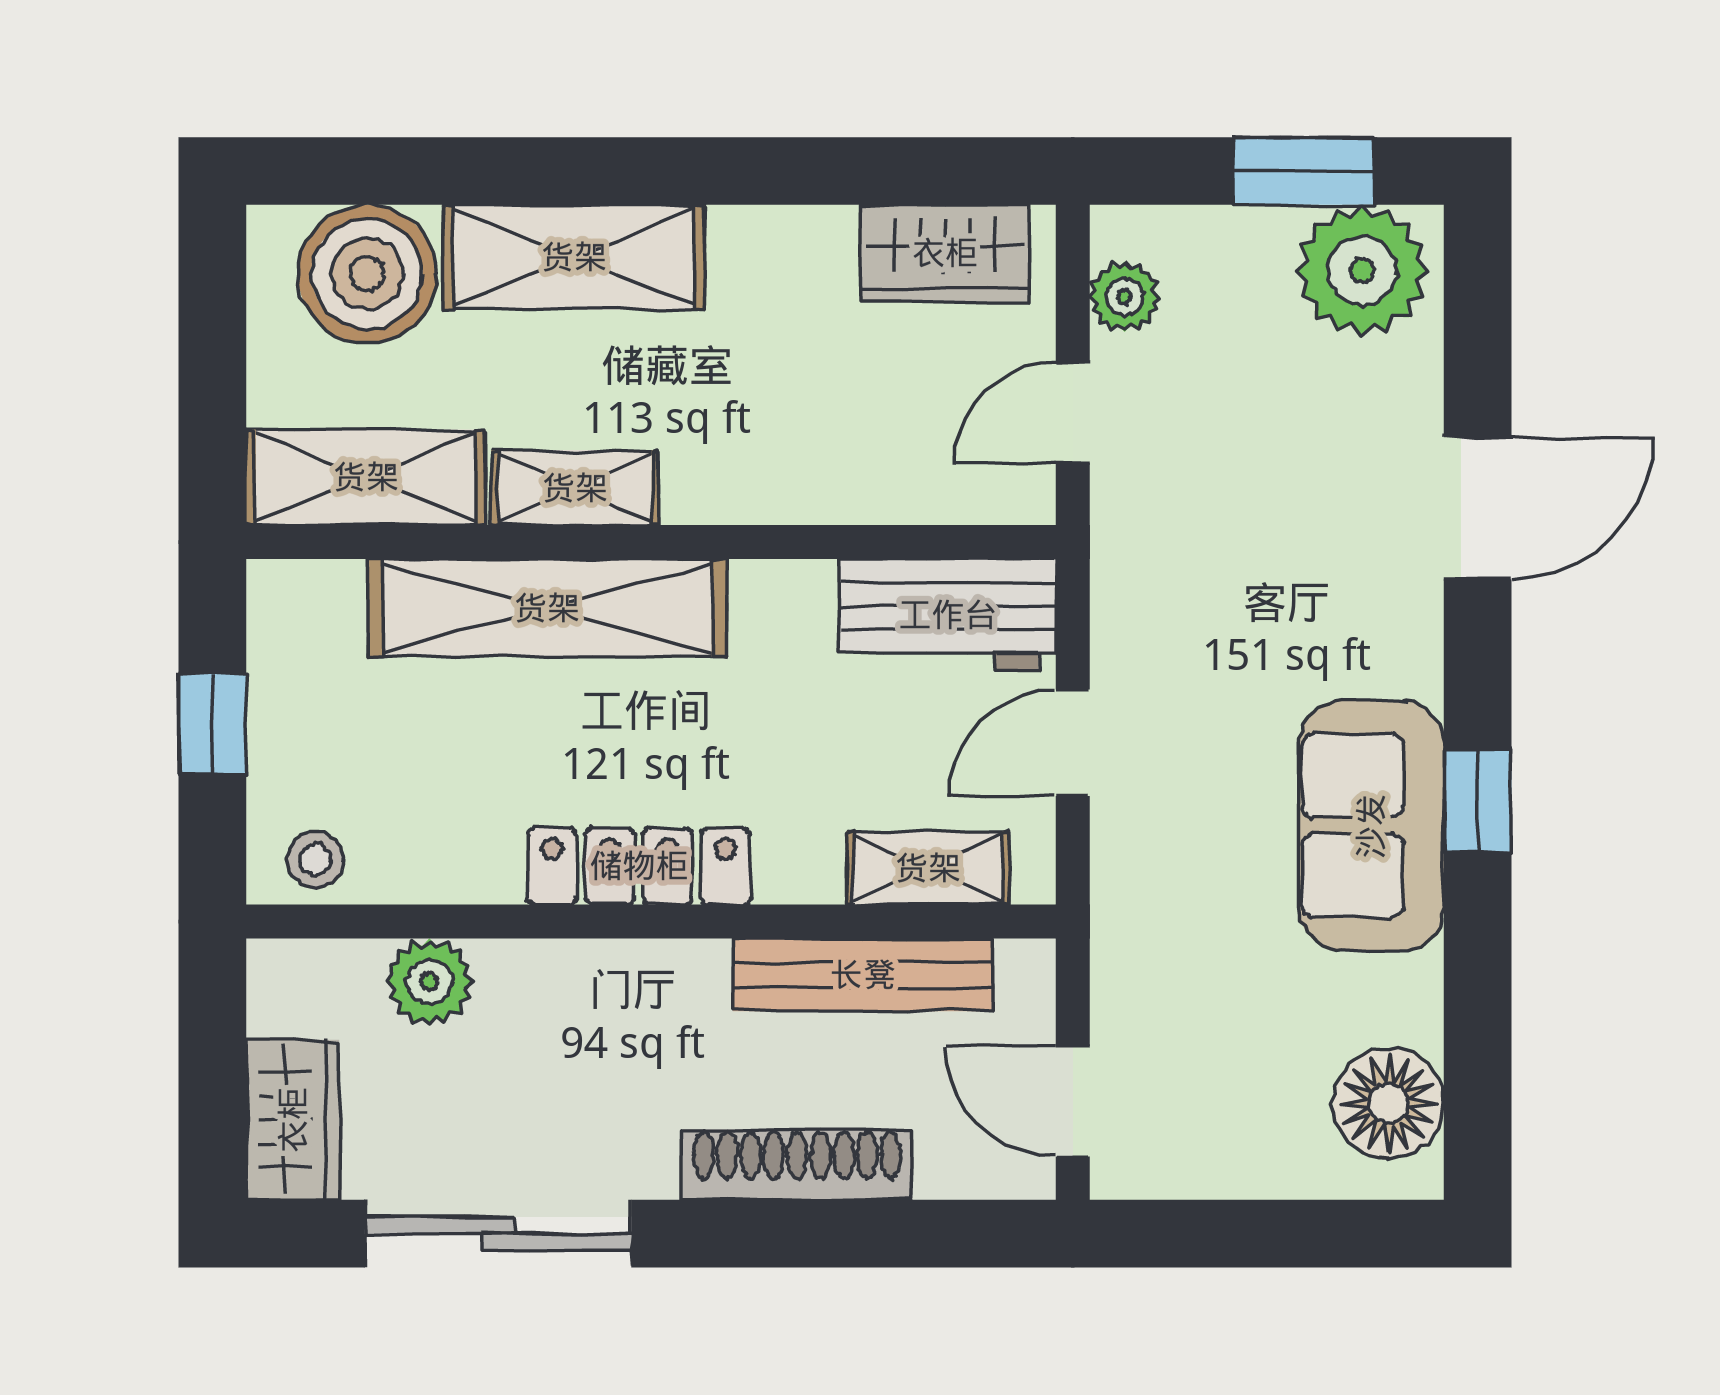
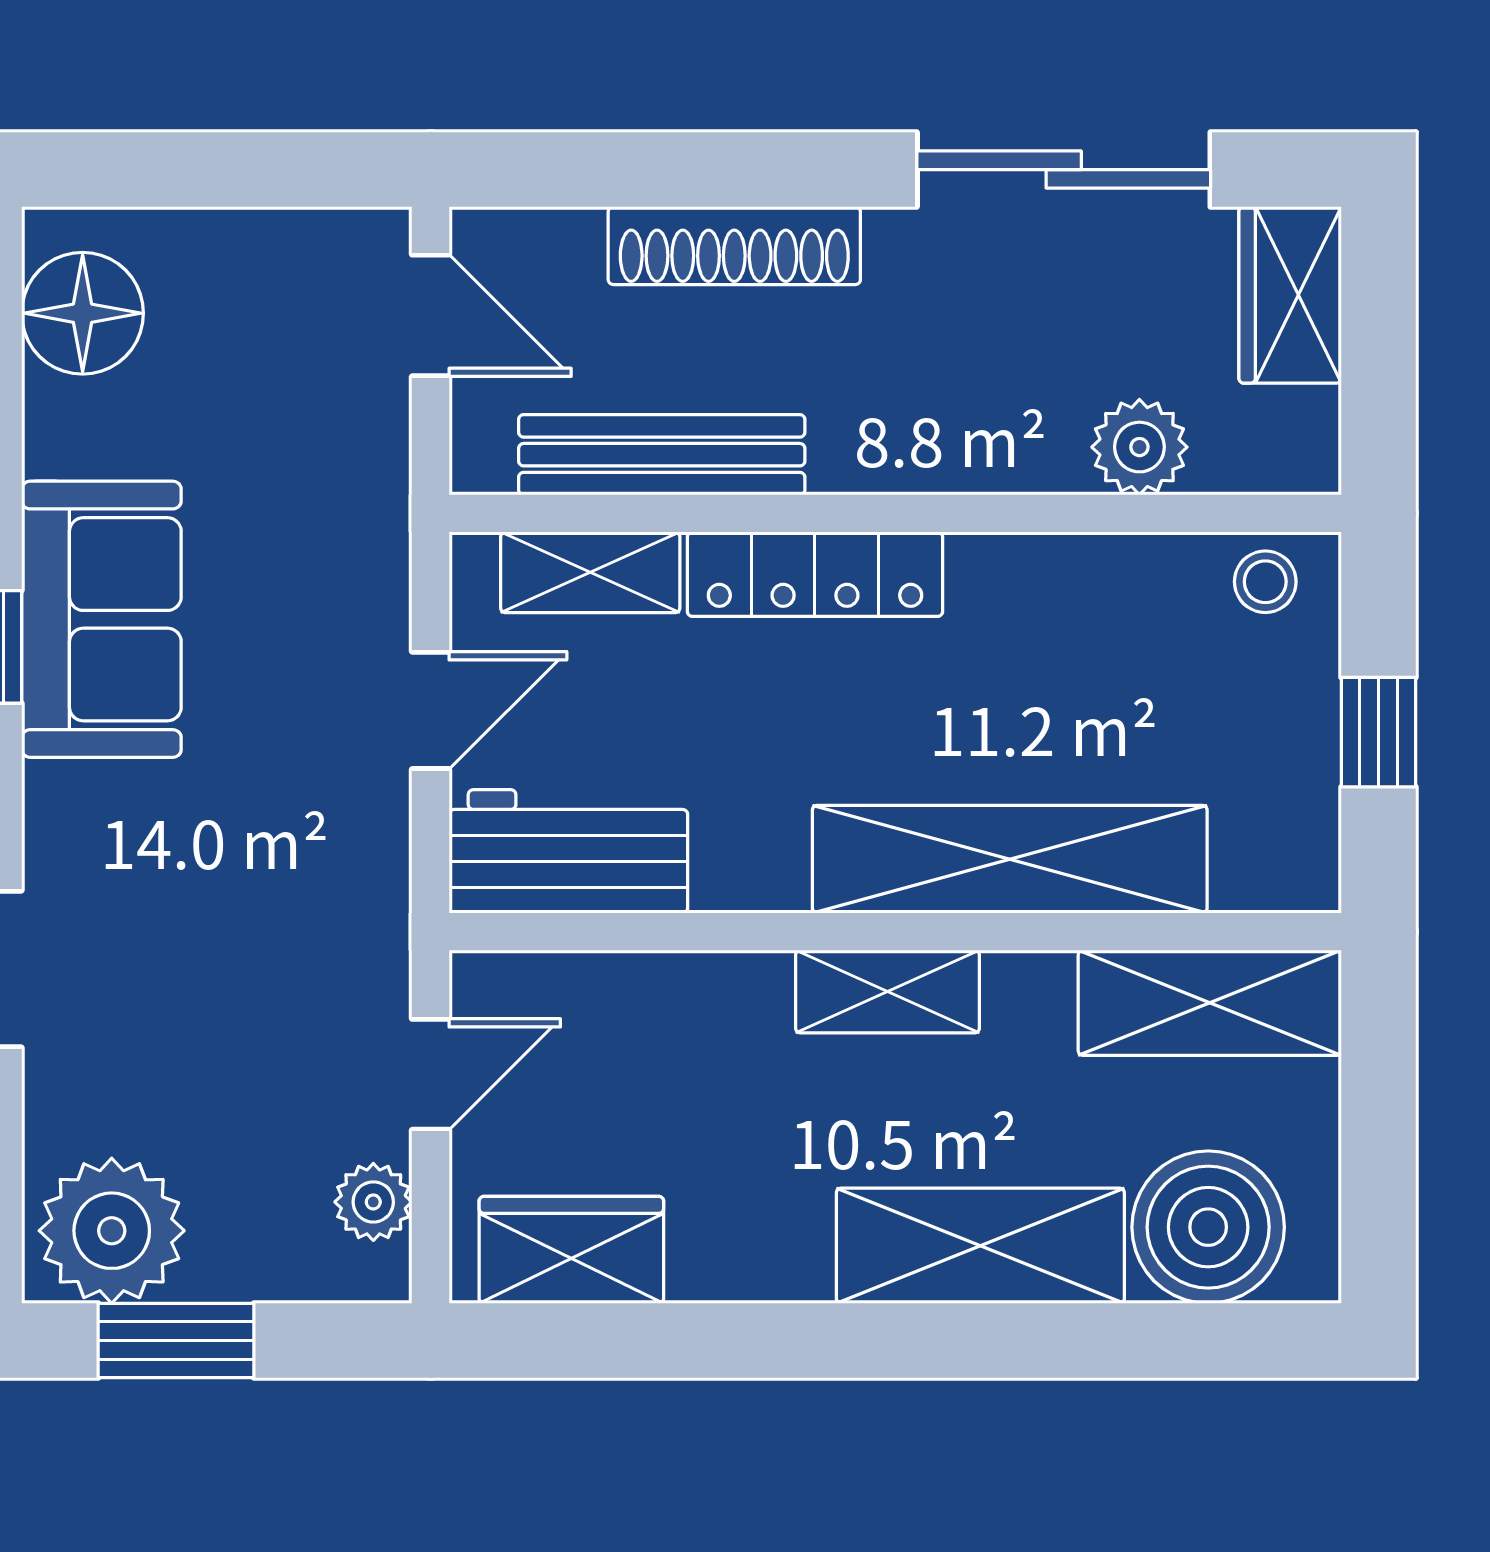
shelving: (575, 488) -> (888, 992), moved
locker: (639, 866) -> (815, 574), moved

